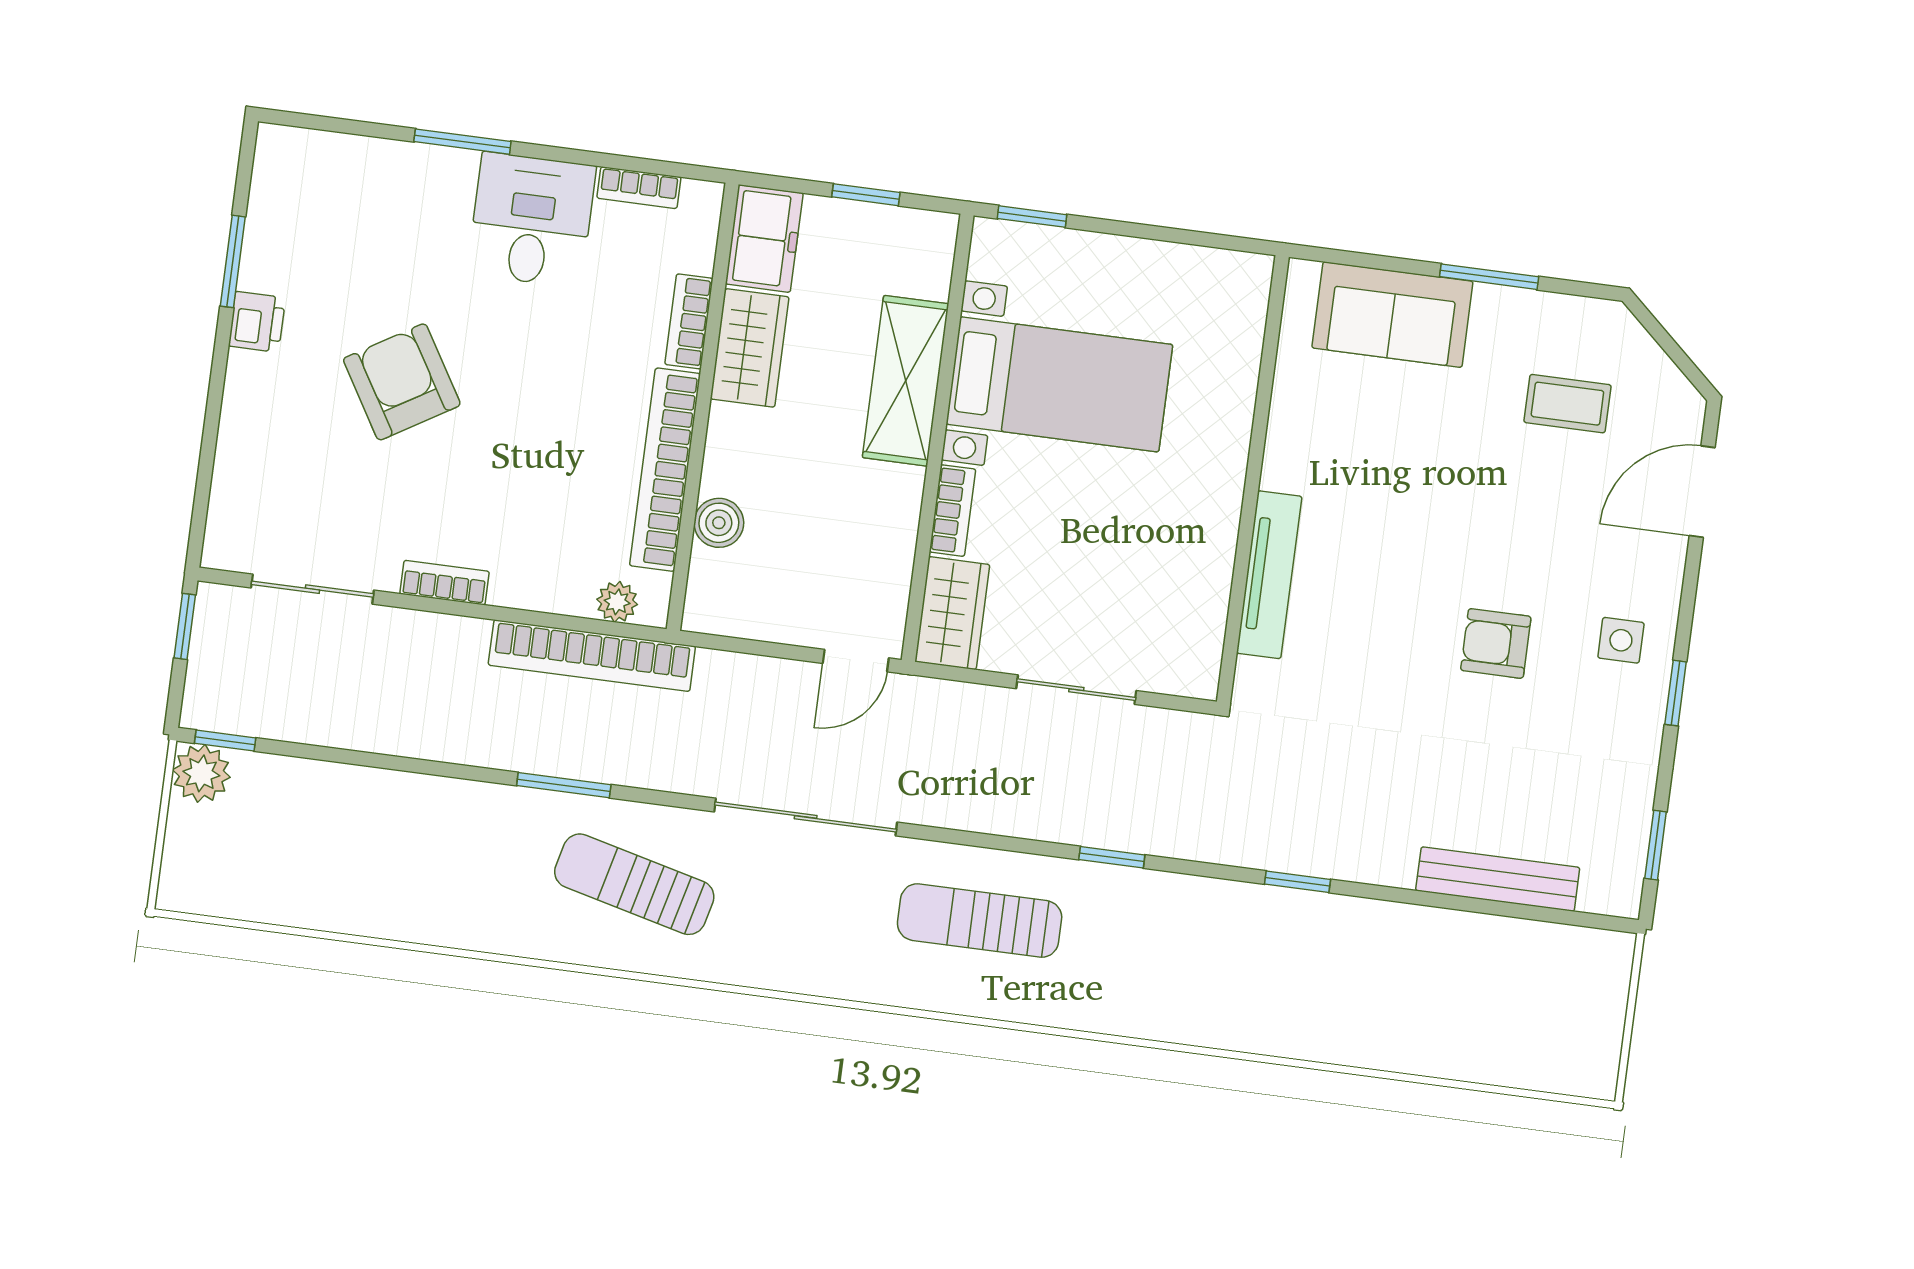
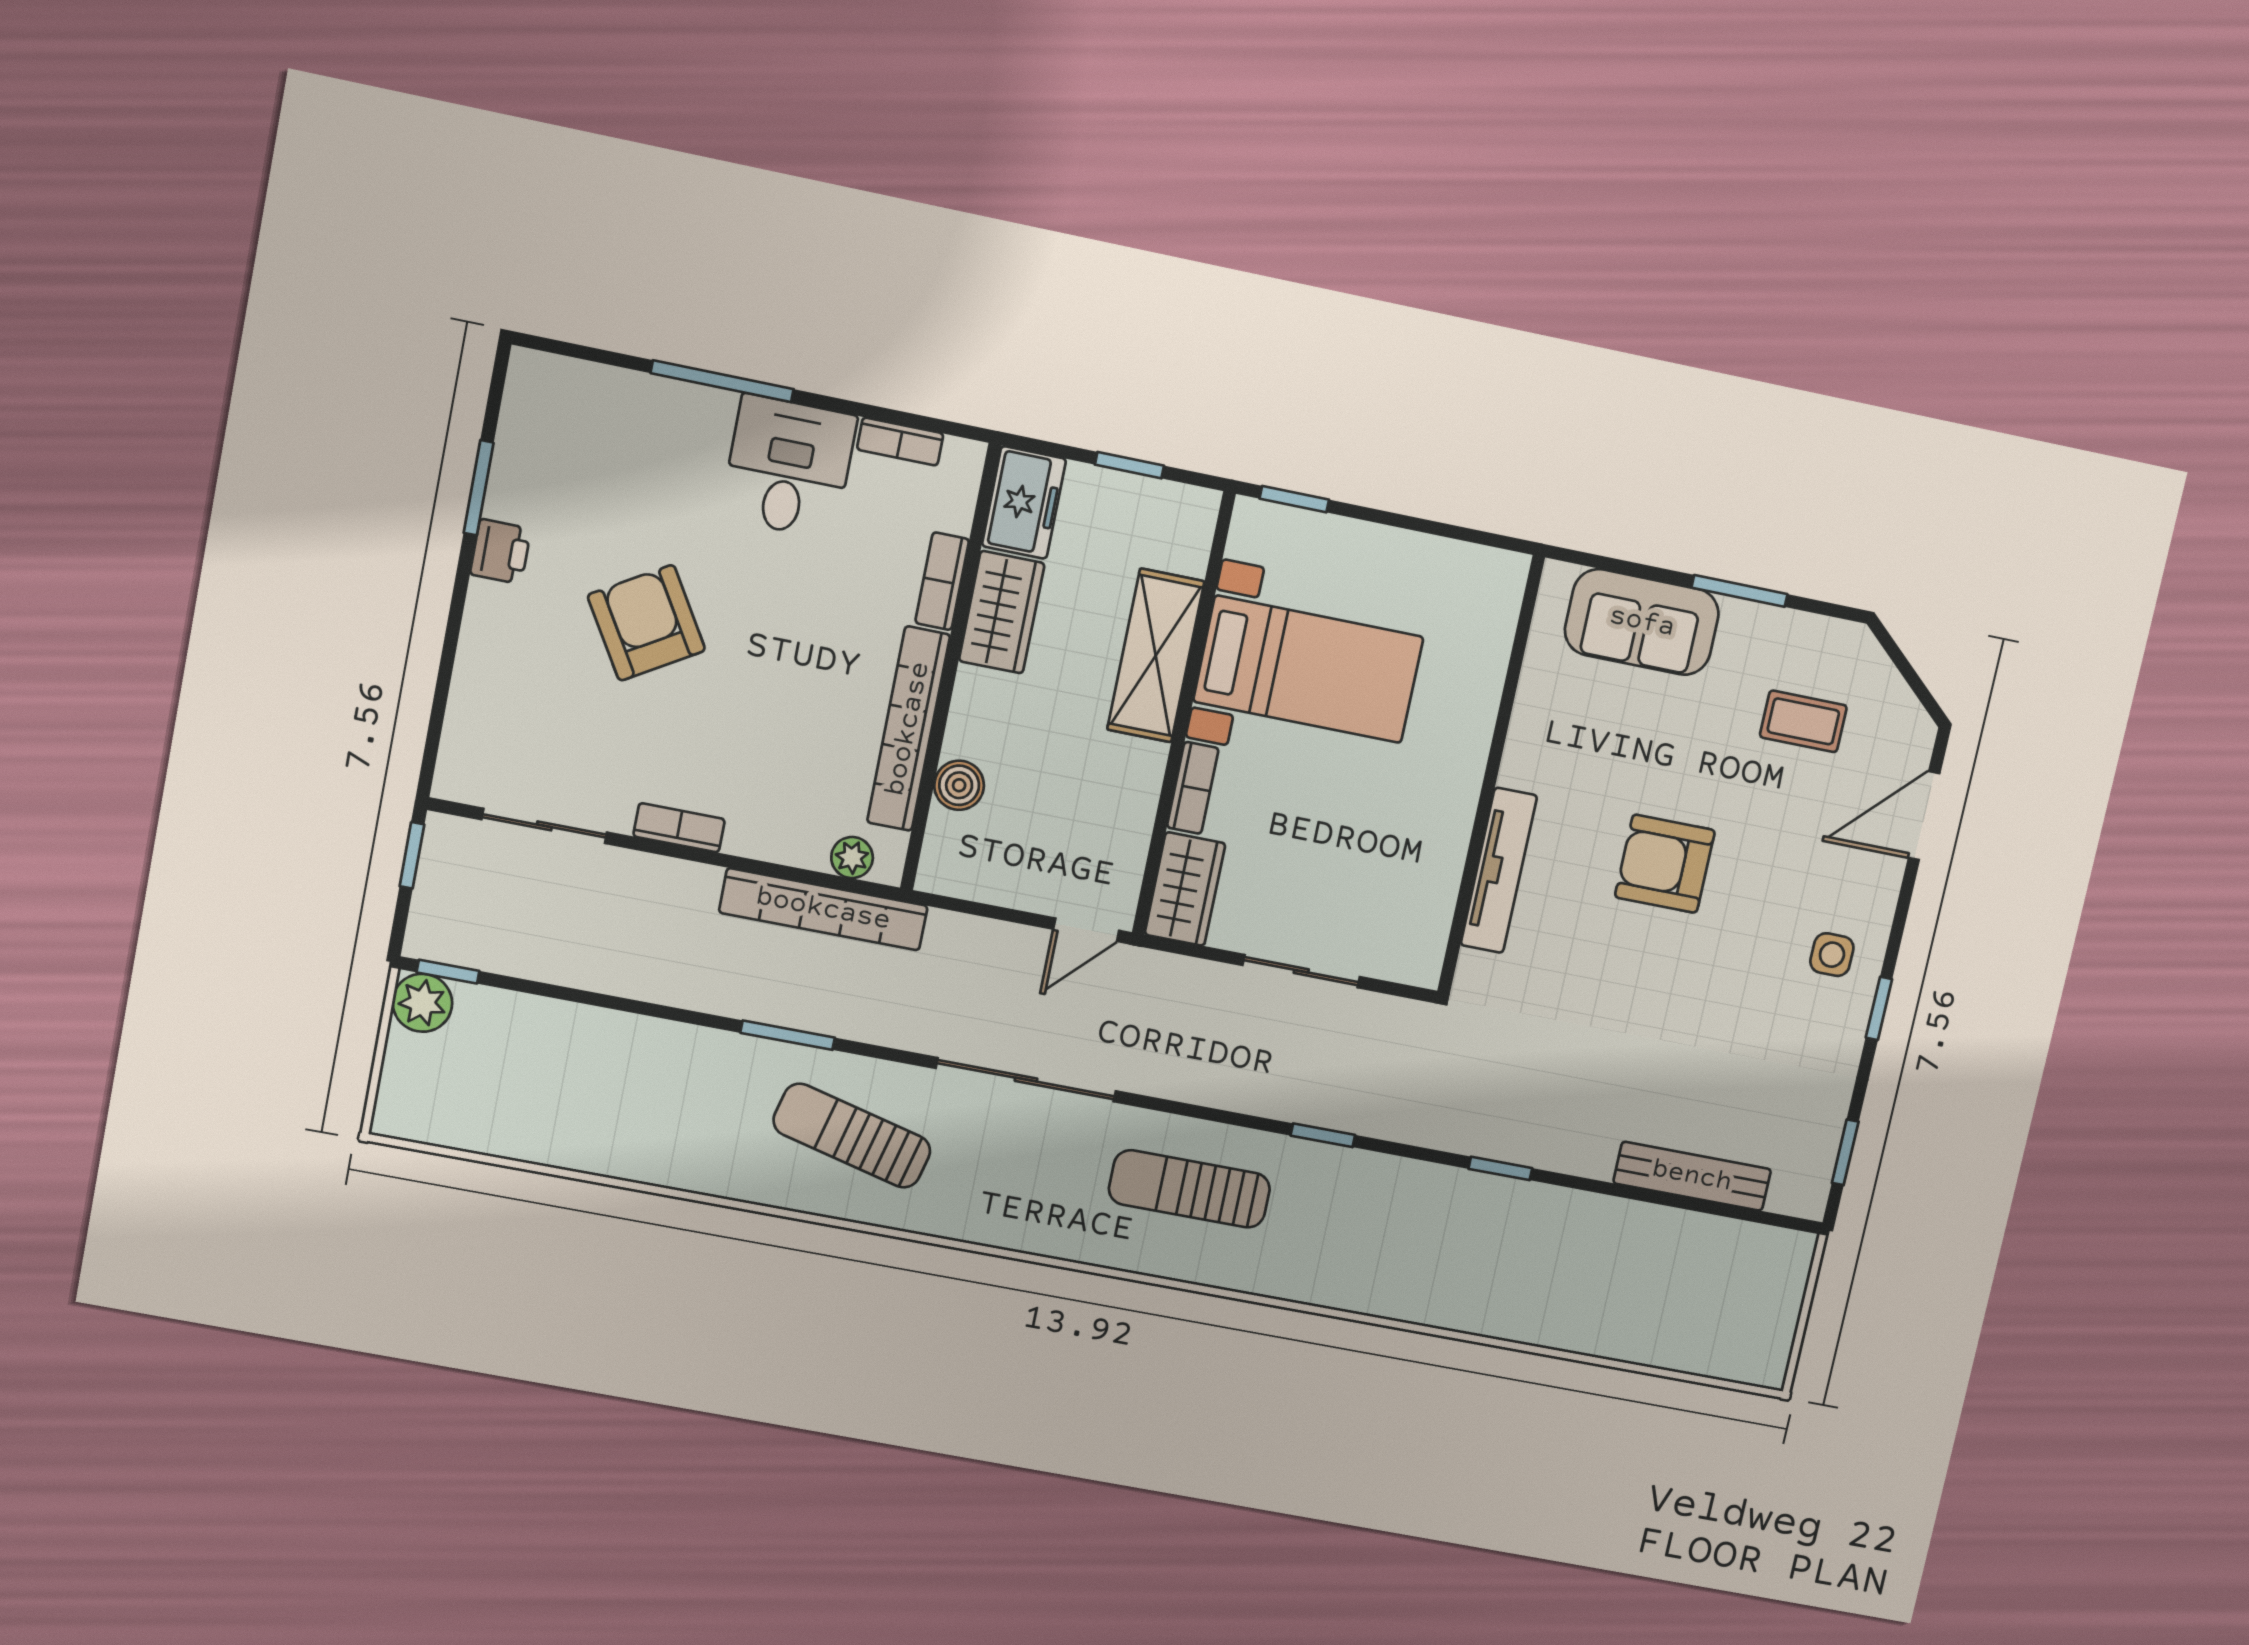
window: (462, 142) -> (722, 381), width x1.44
armchair: (1496, 643) -> (1665, 864), moved, width x1.38, depth x1.38

